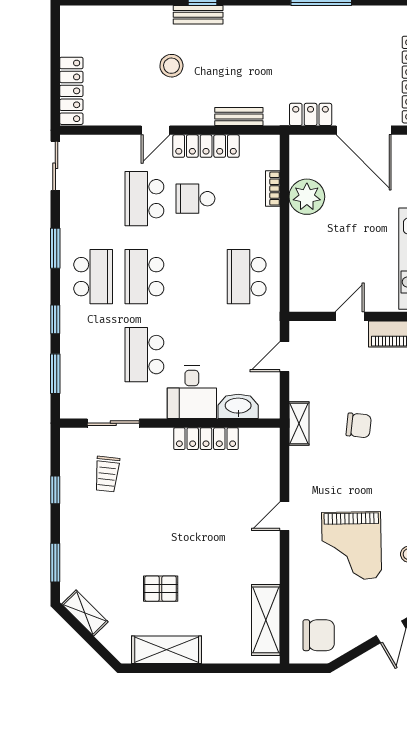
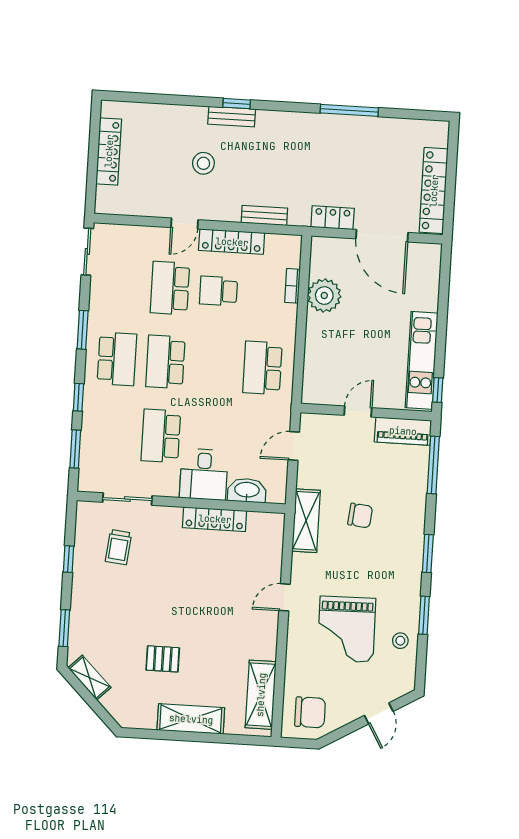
locker: (71, 91) -> (109, 151), moved
shelving: (299, 423) -> (306, 521), width x1.50, depth x1.33
shelving: (167, 650) -> (191, 719), moved

